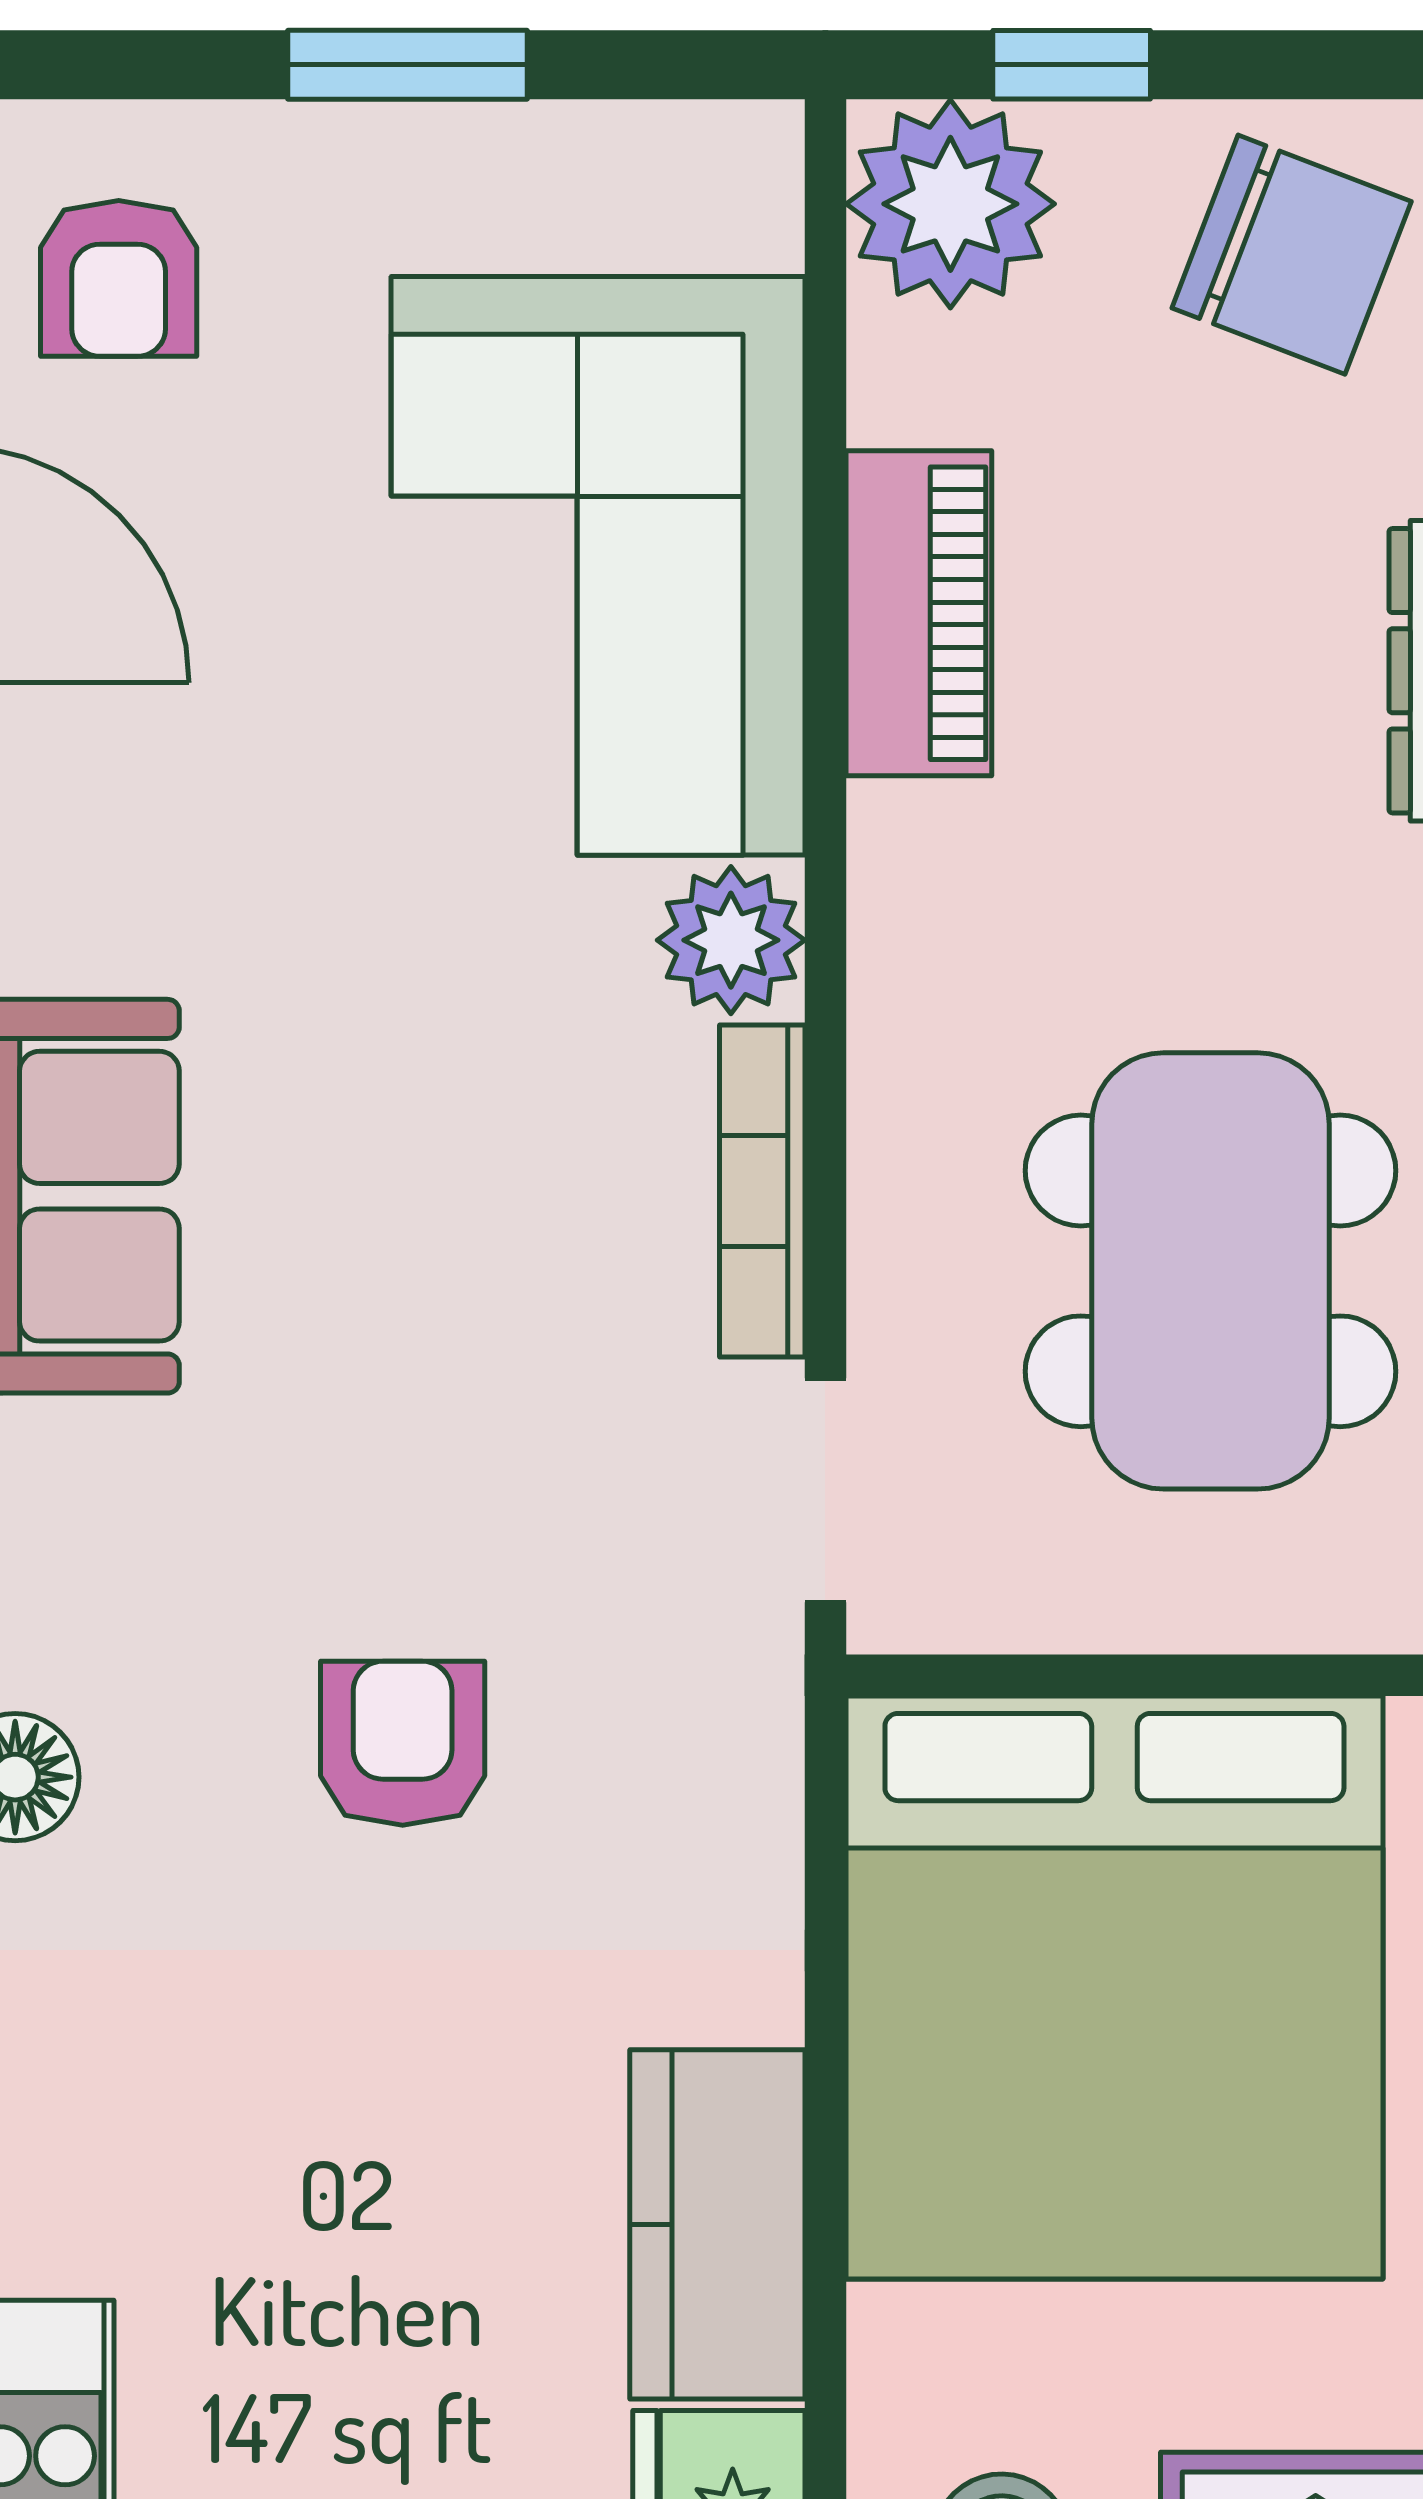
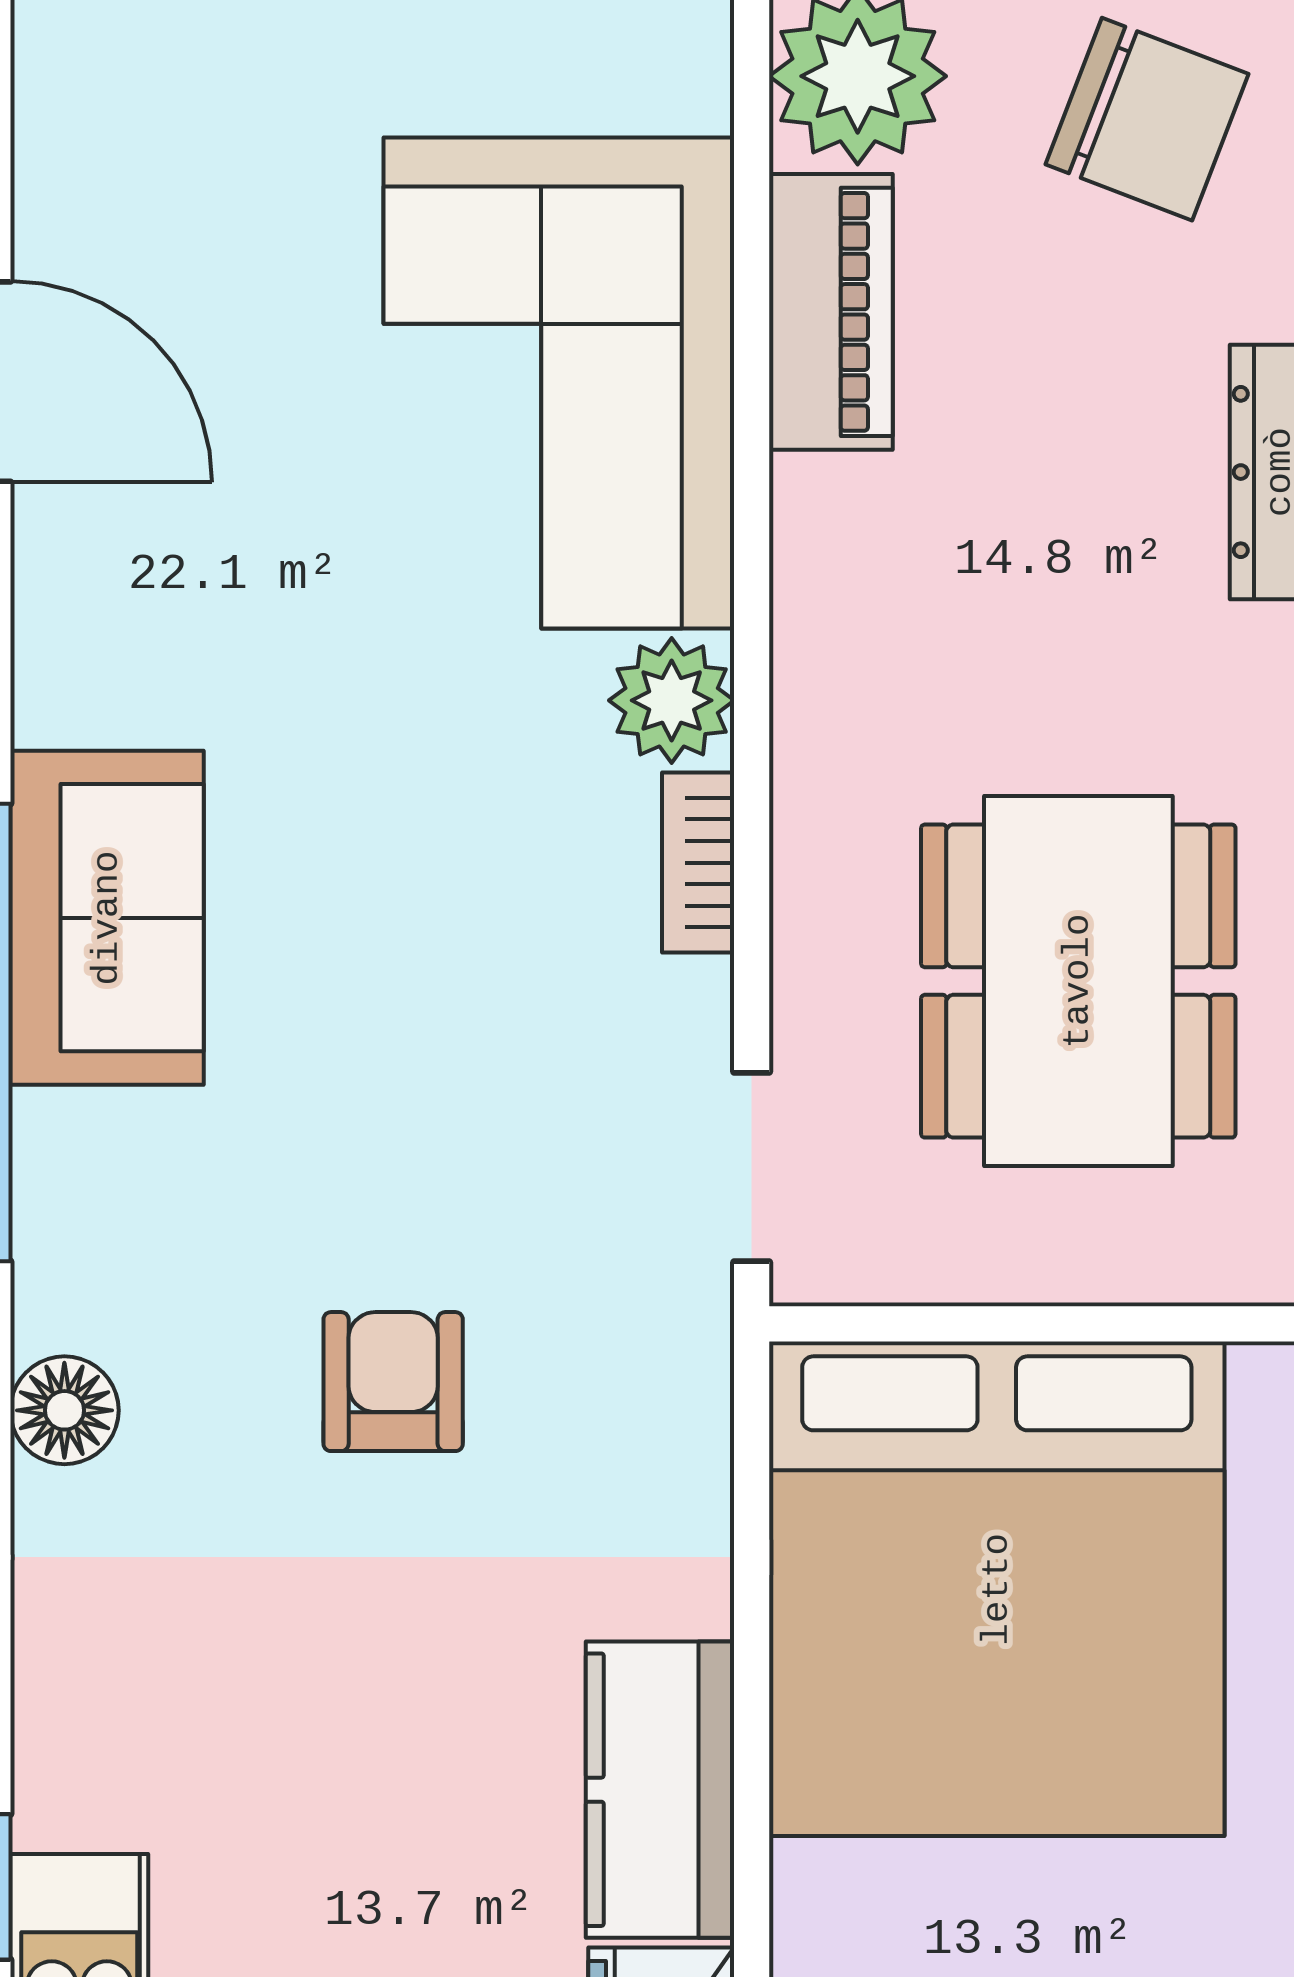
armchair: (119, 278) -> (152, 139), removed
piano: (919, 613) -> (831, 312), moved
bookcase: (762, 1191) -> (698, 863), width x0.64

